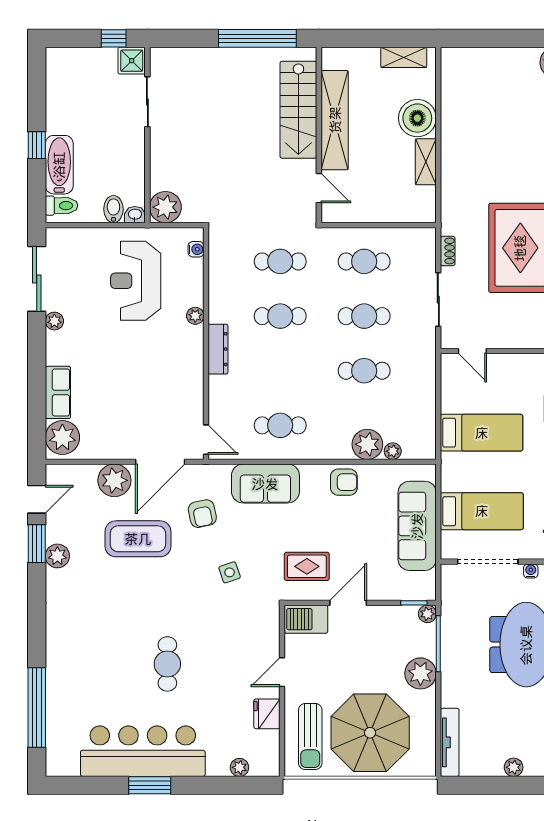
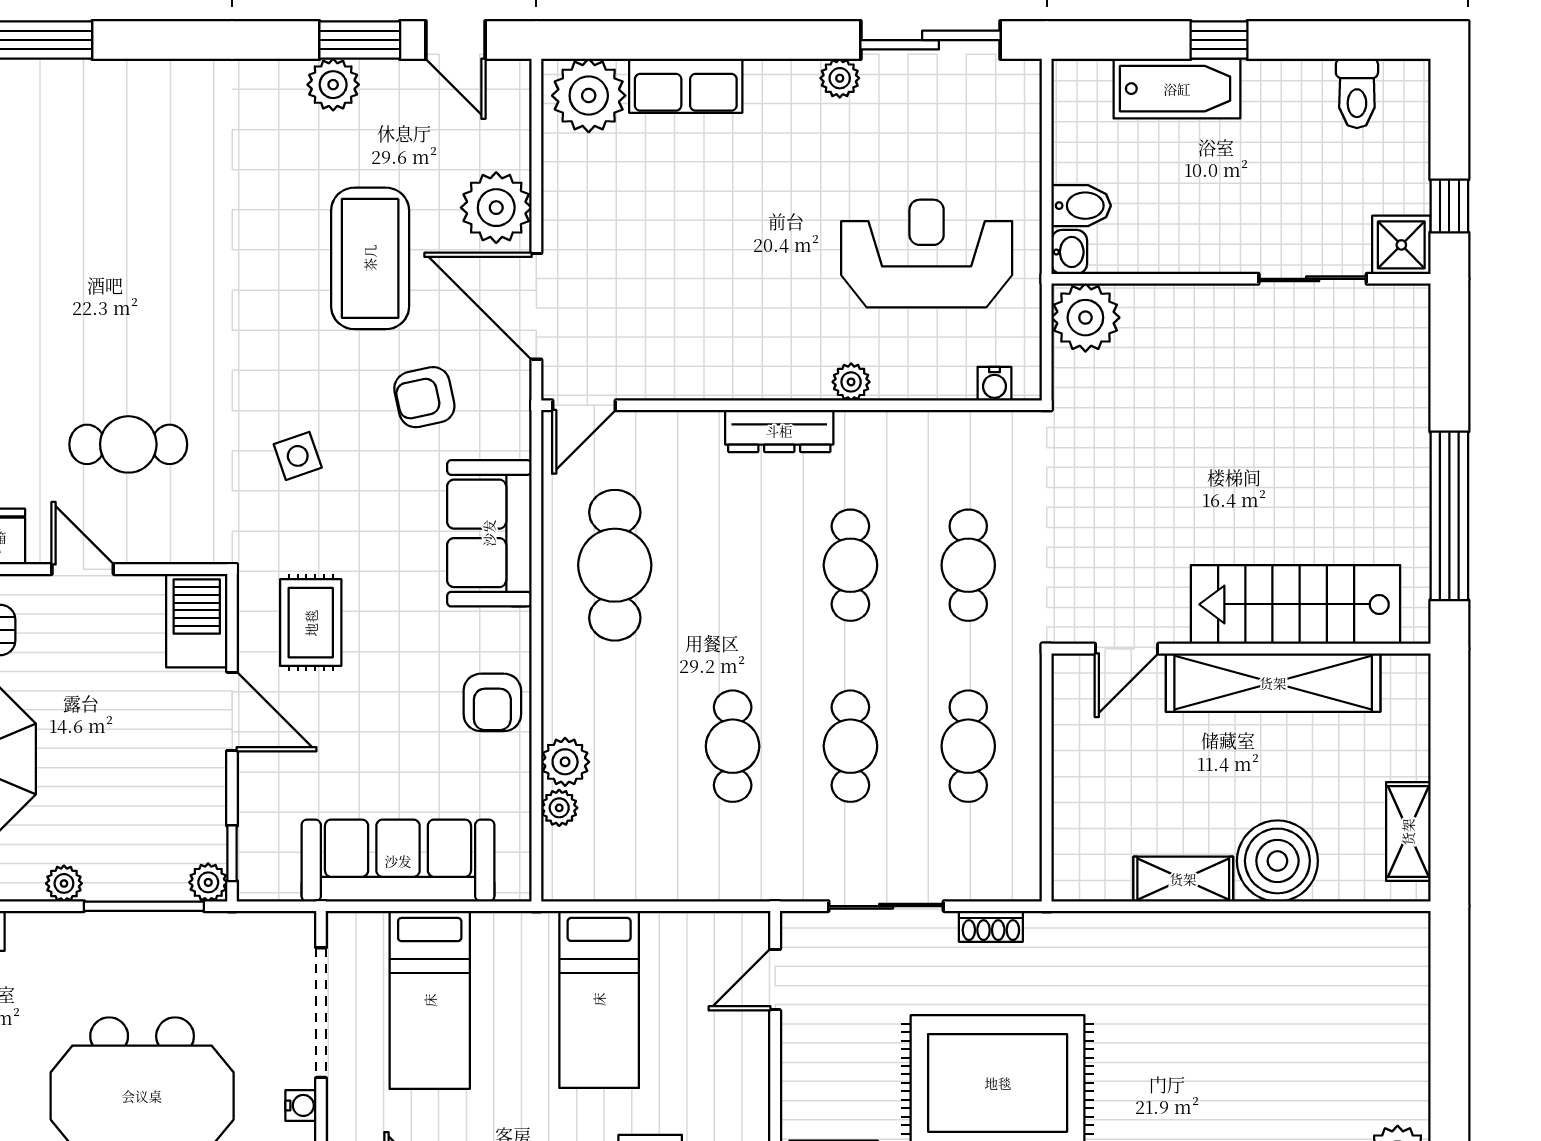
toilet: (61, 206) -> (1357, 93), moved
cafe table: (280, 425) -> (615, 565), width x1.37, depth x1.35
plant: (367, 444) -> (565, 762), width x0.73, depth x0.73
cafe table: (167, 664) -> (128, 444), moved
plant: (420, 673) -> (64, 883), width x0.53, depth x0.53

